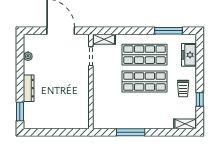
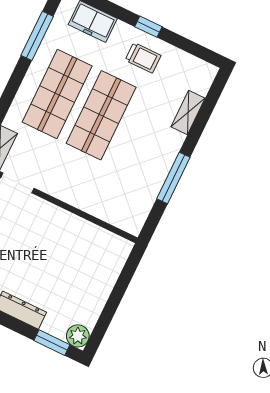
window: (200, 100) -> (148, 27), moved
plant: (30, 123) -> (78, 336), added
shelving: (185, 124) -> (188, 113), moved

